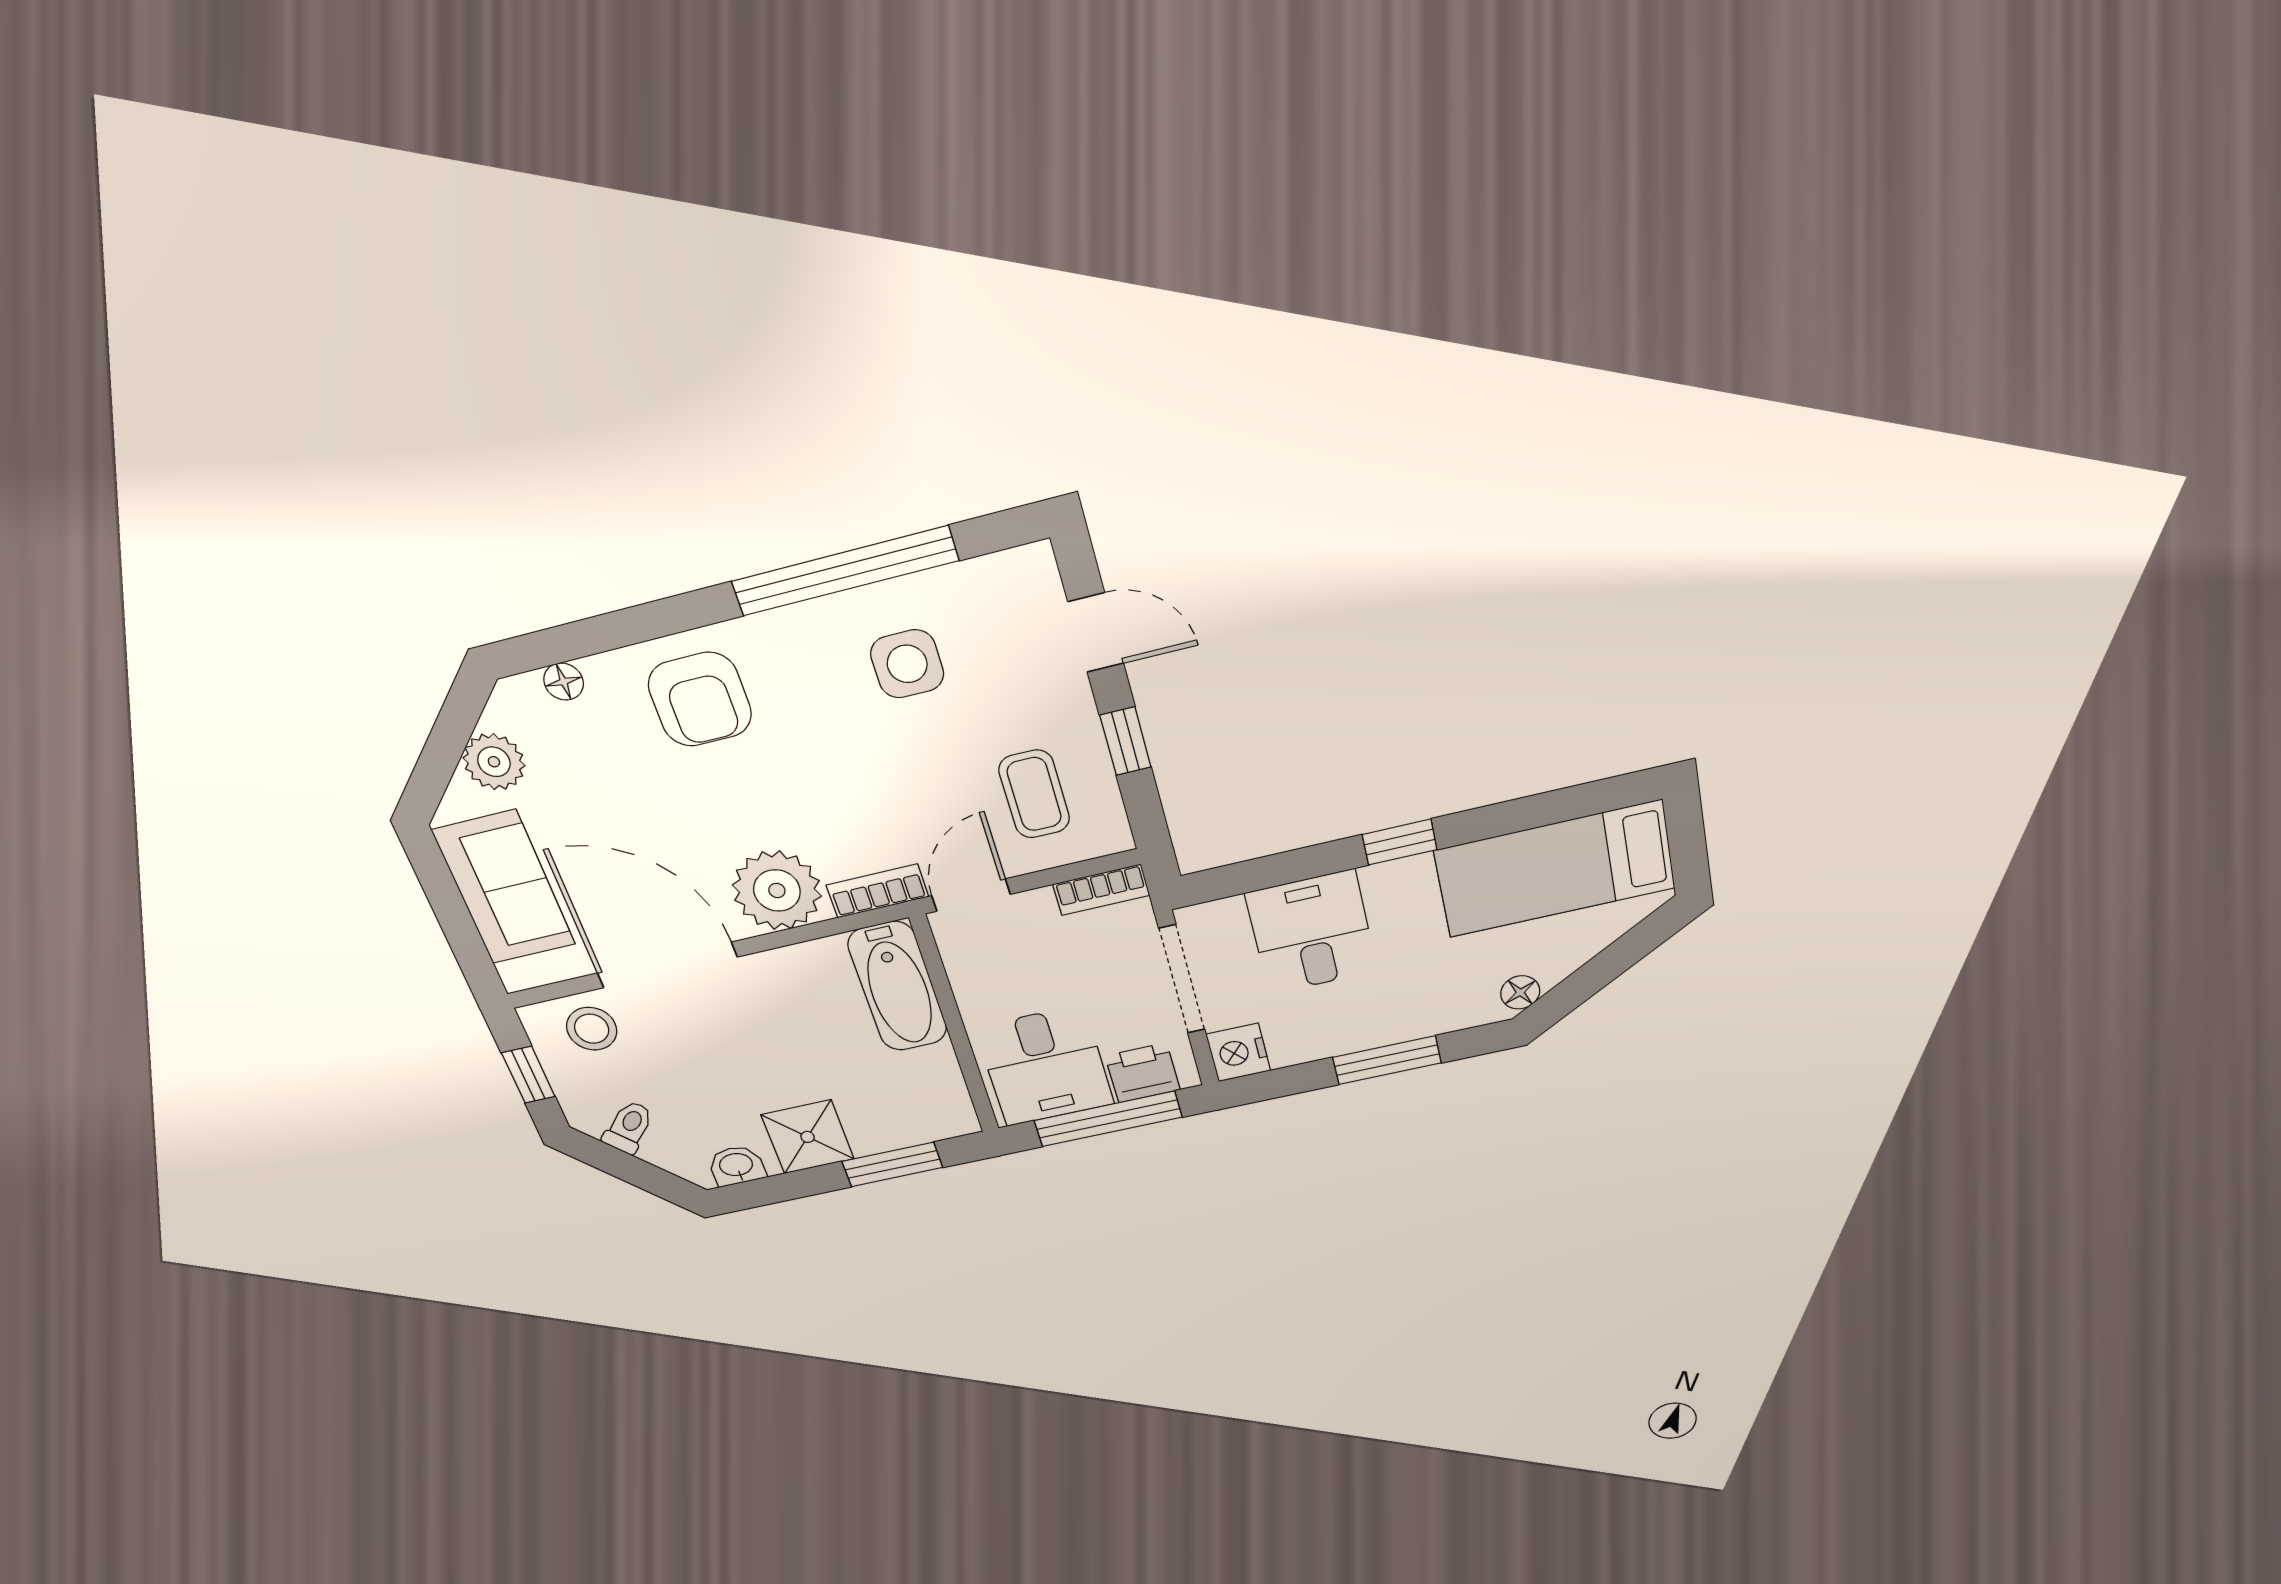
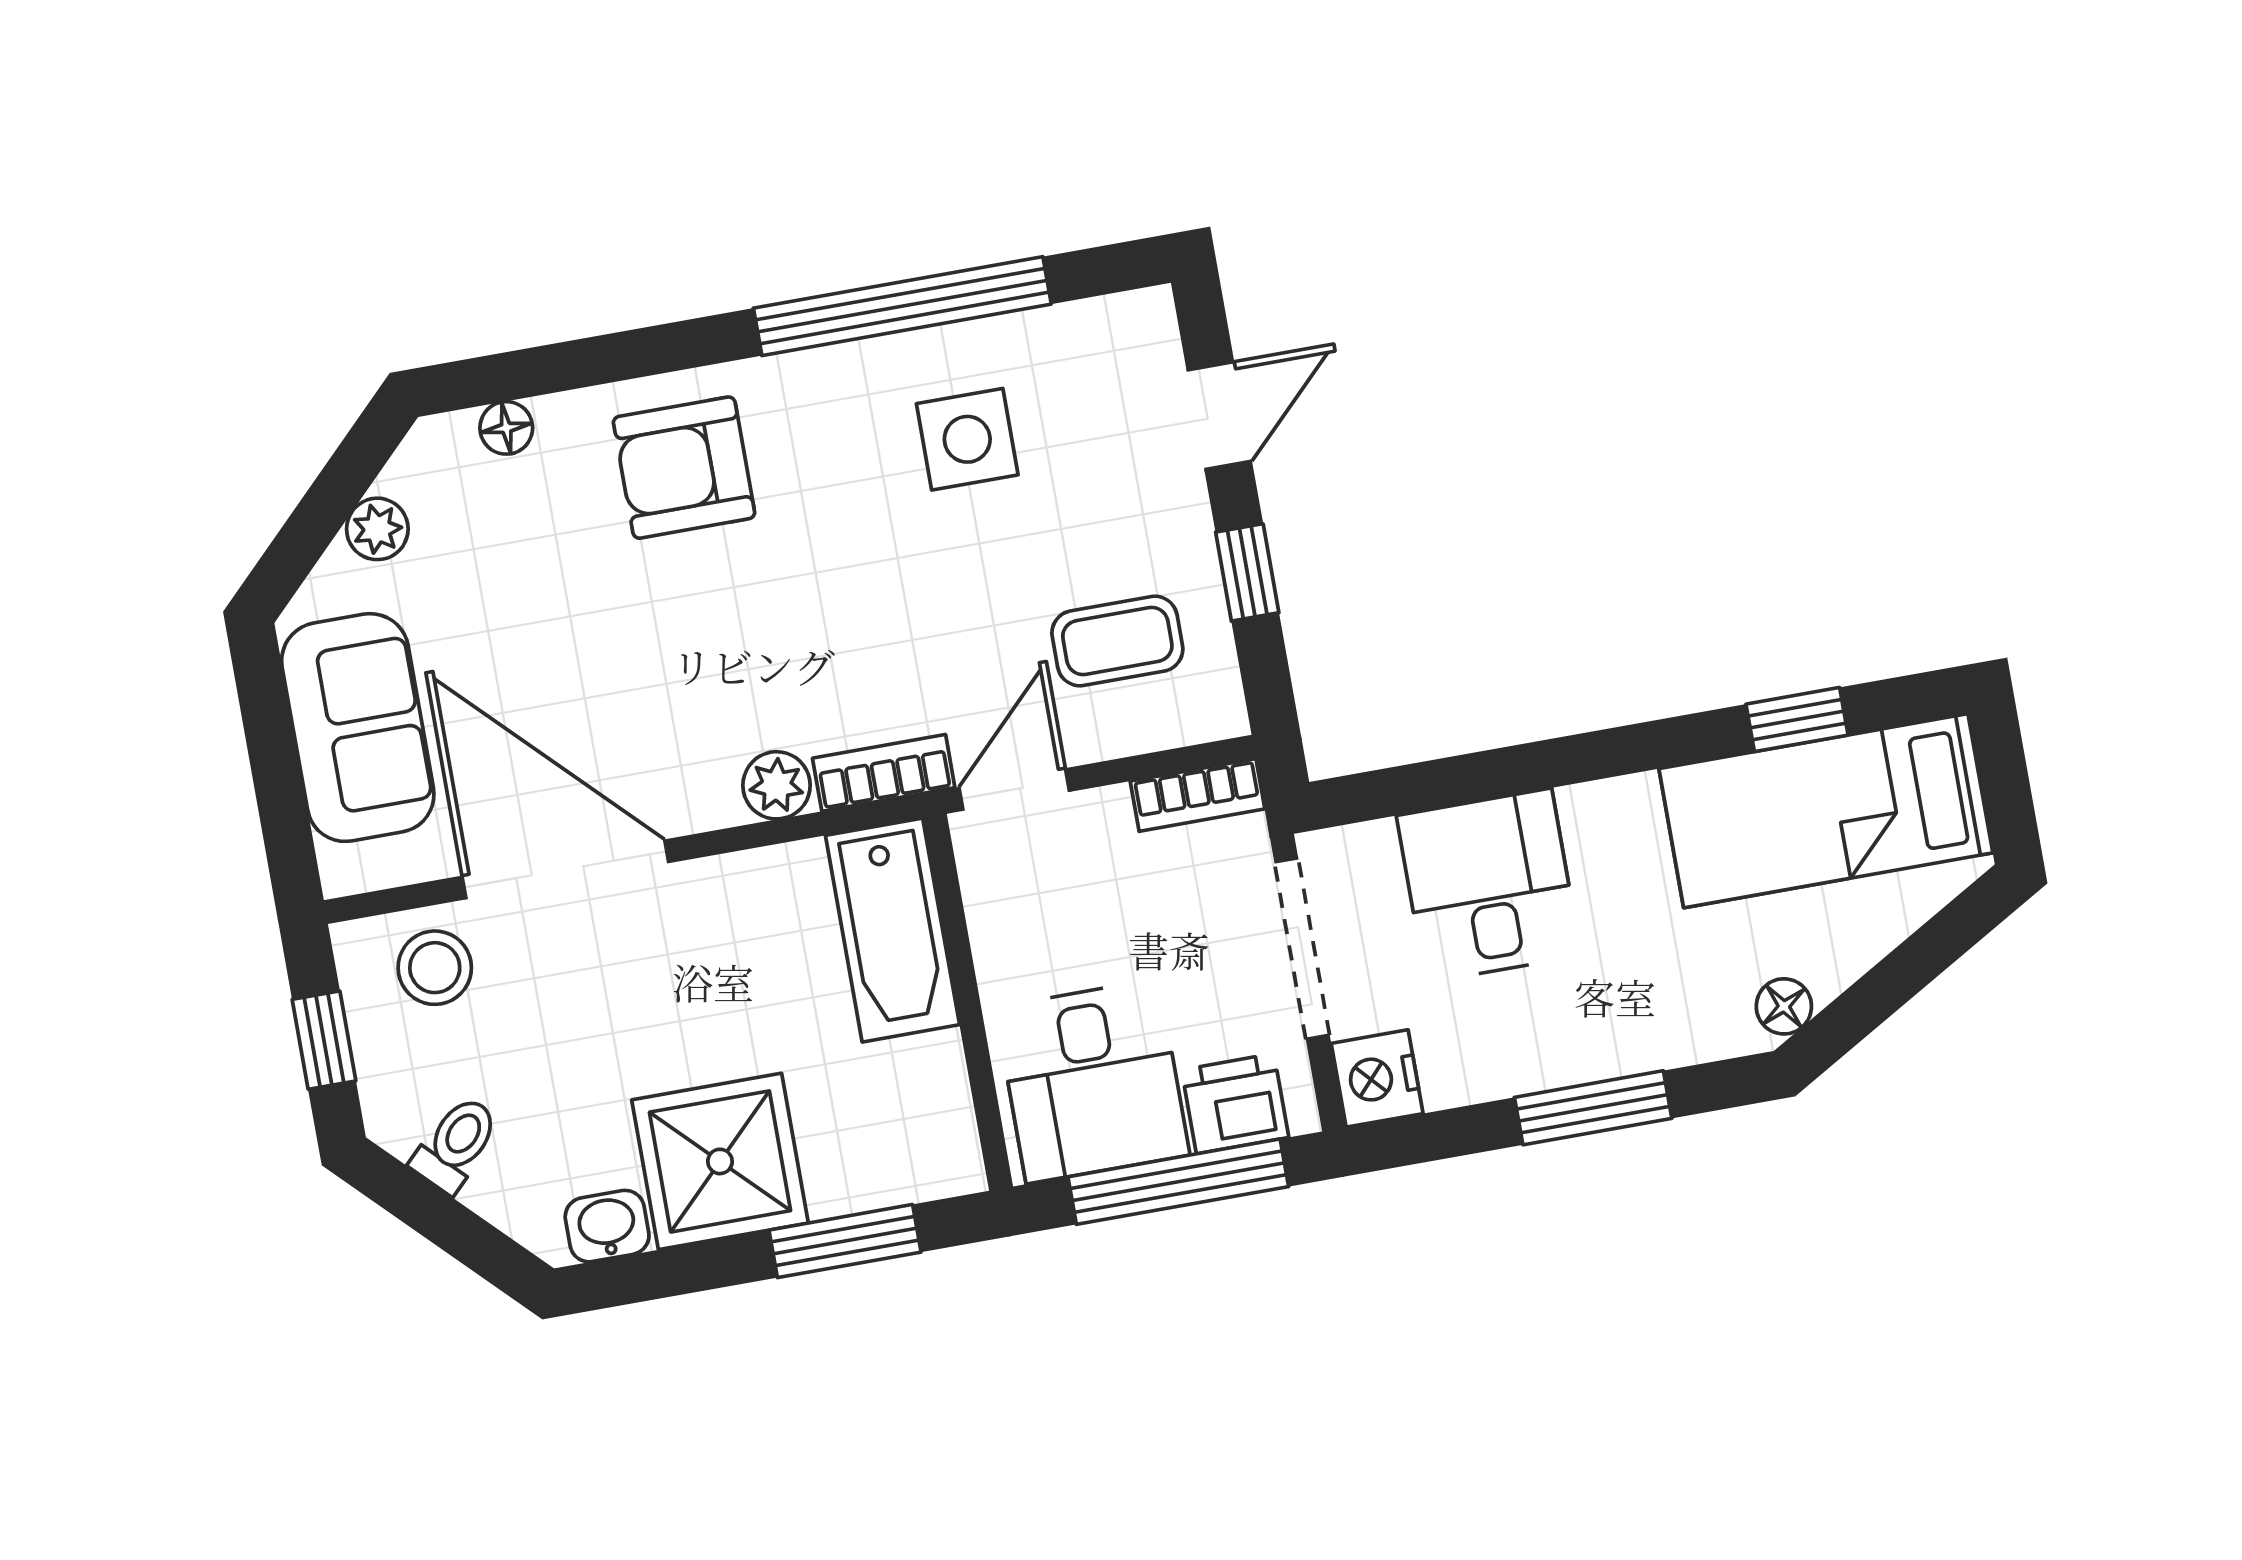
door: (1096, 633) -> (1219, 416), hinge flipped
armchair: (700, 699) -> (684, 468), turned 90
plant: (494, 762) -> (377, 529), width x0.73, depth x0.73
coffee table: (1034, 794) -> (1117, 641), turned 90
window: (1400, 842) -> (1797, 720), moved
plant: (777, 890) -> (777, 785), width x0.53, depth x0.53
shower: (808, 1137) -> (720, 1161), width x1.36, depth x1.36

